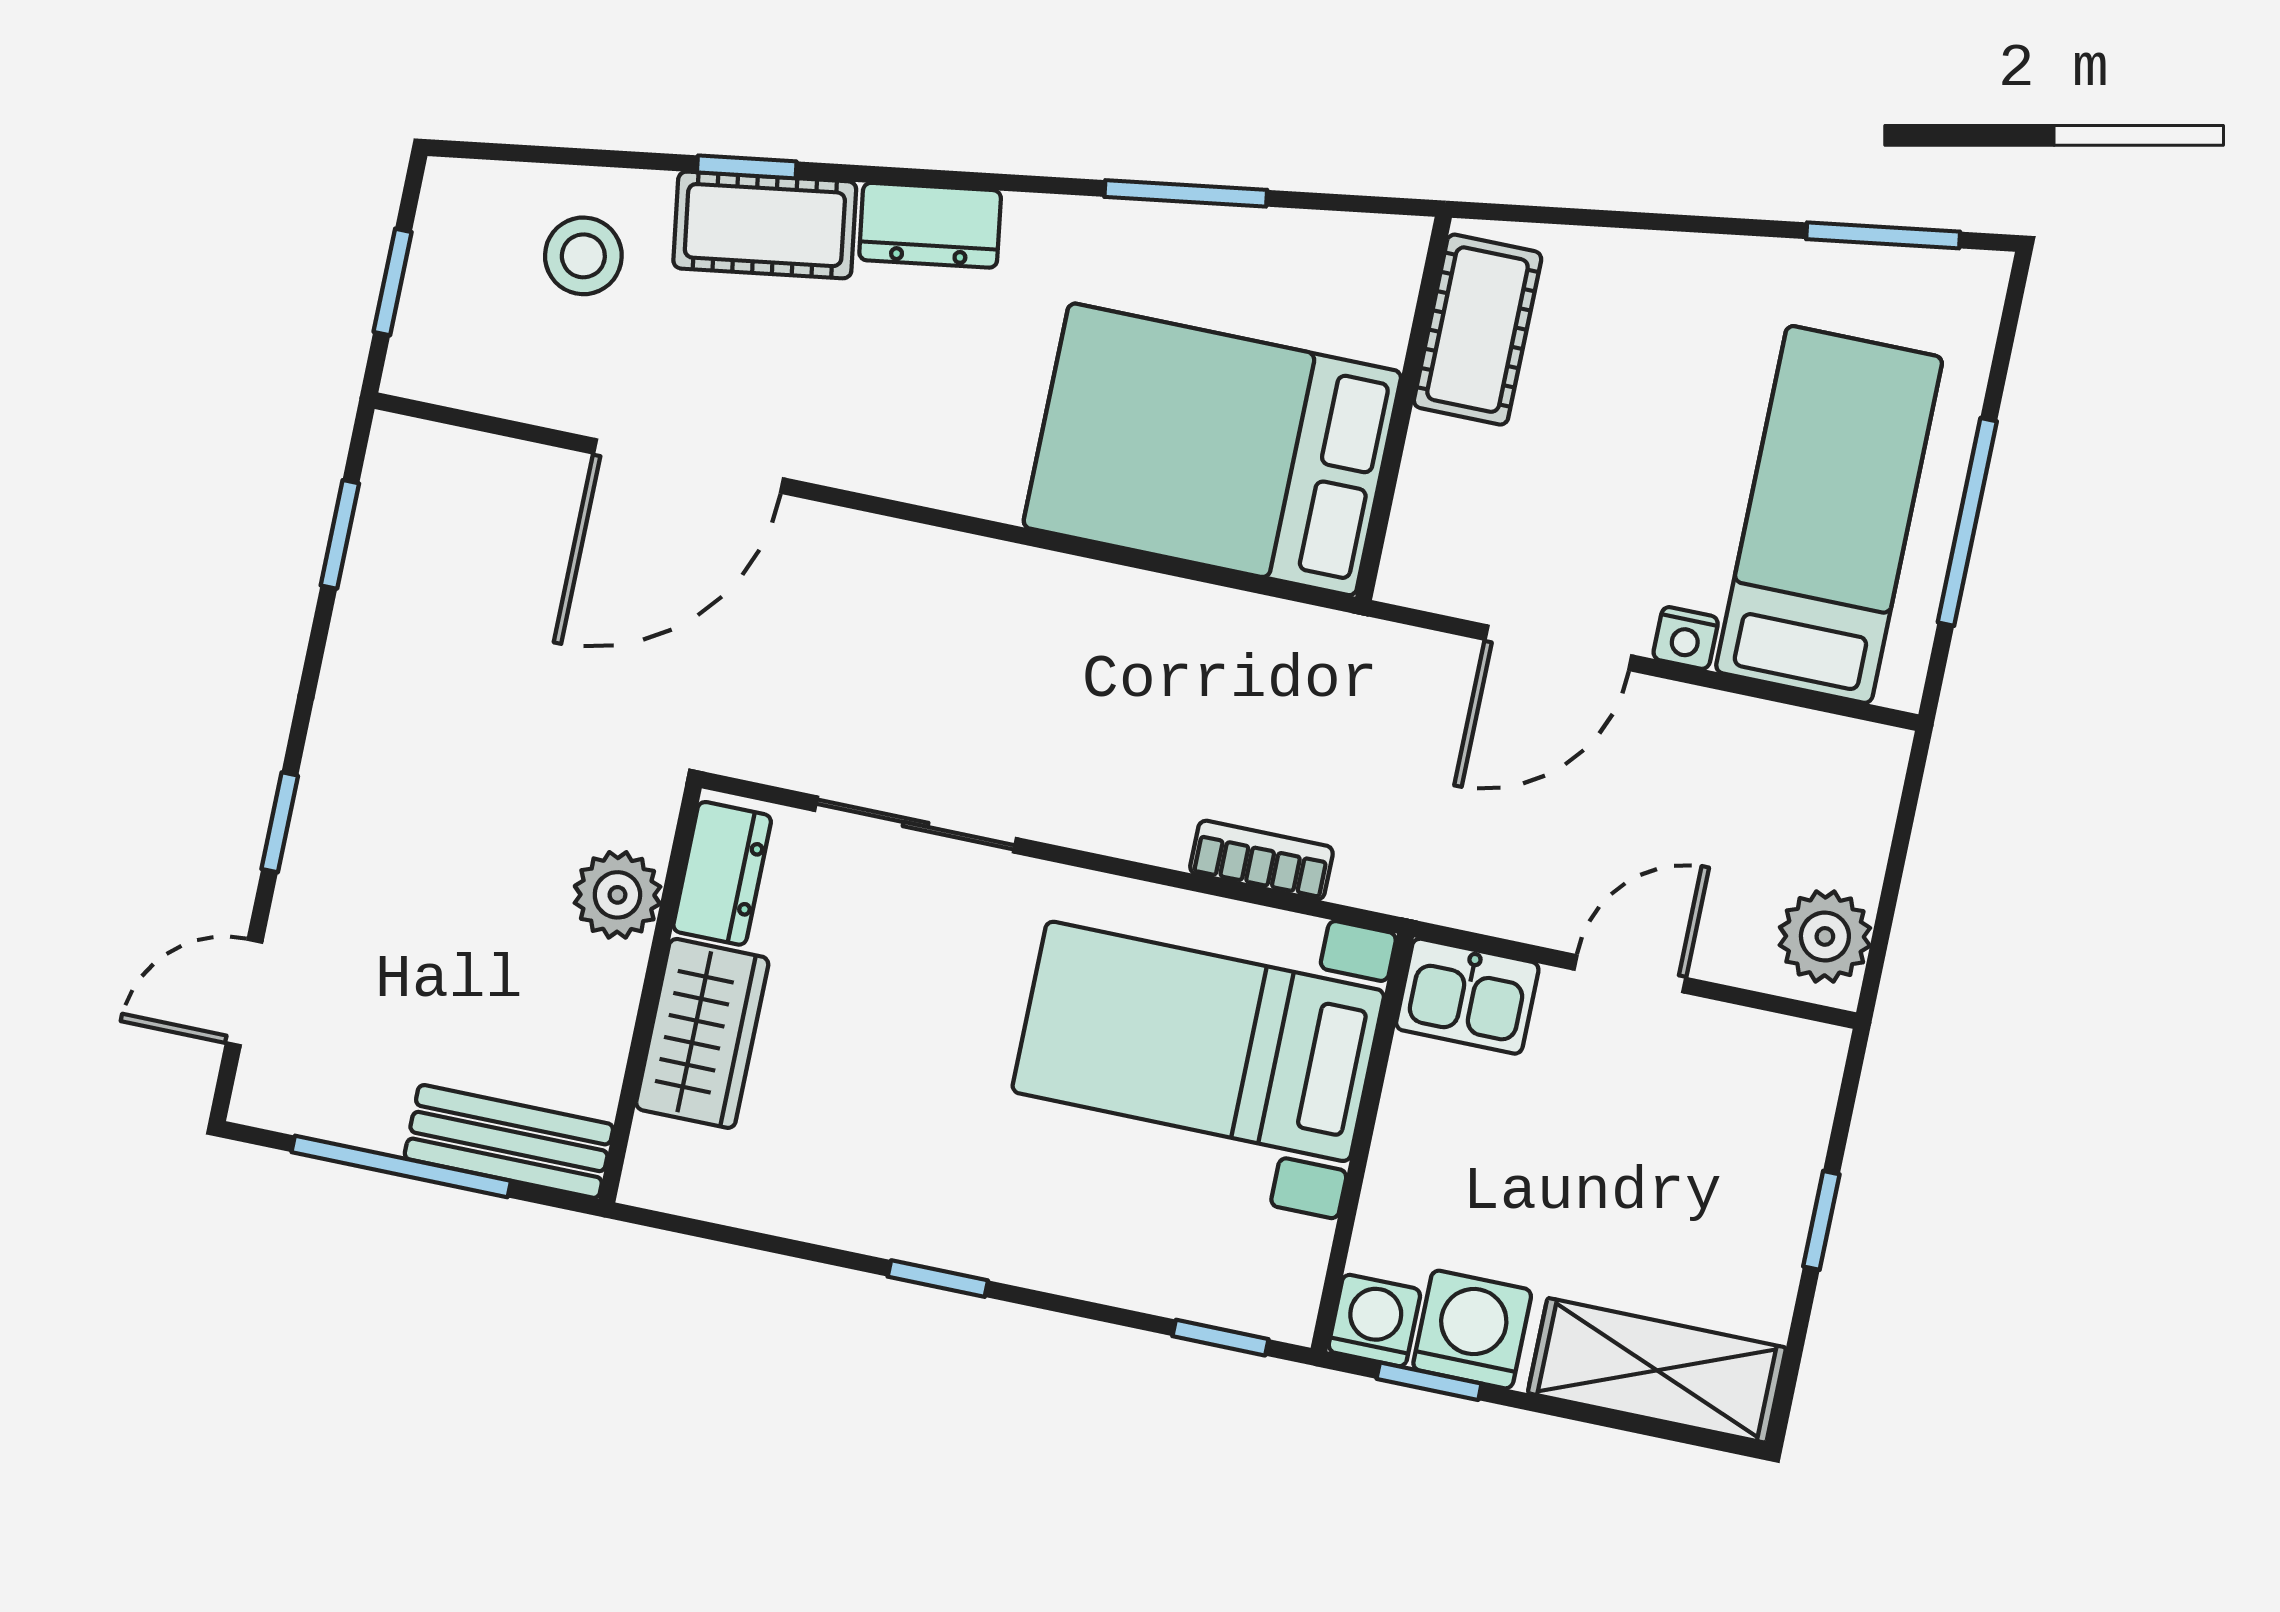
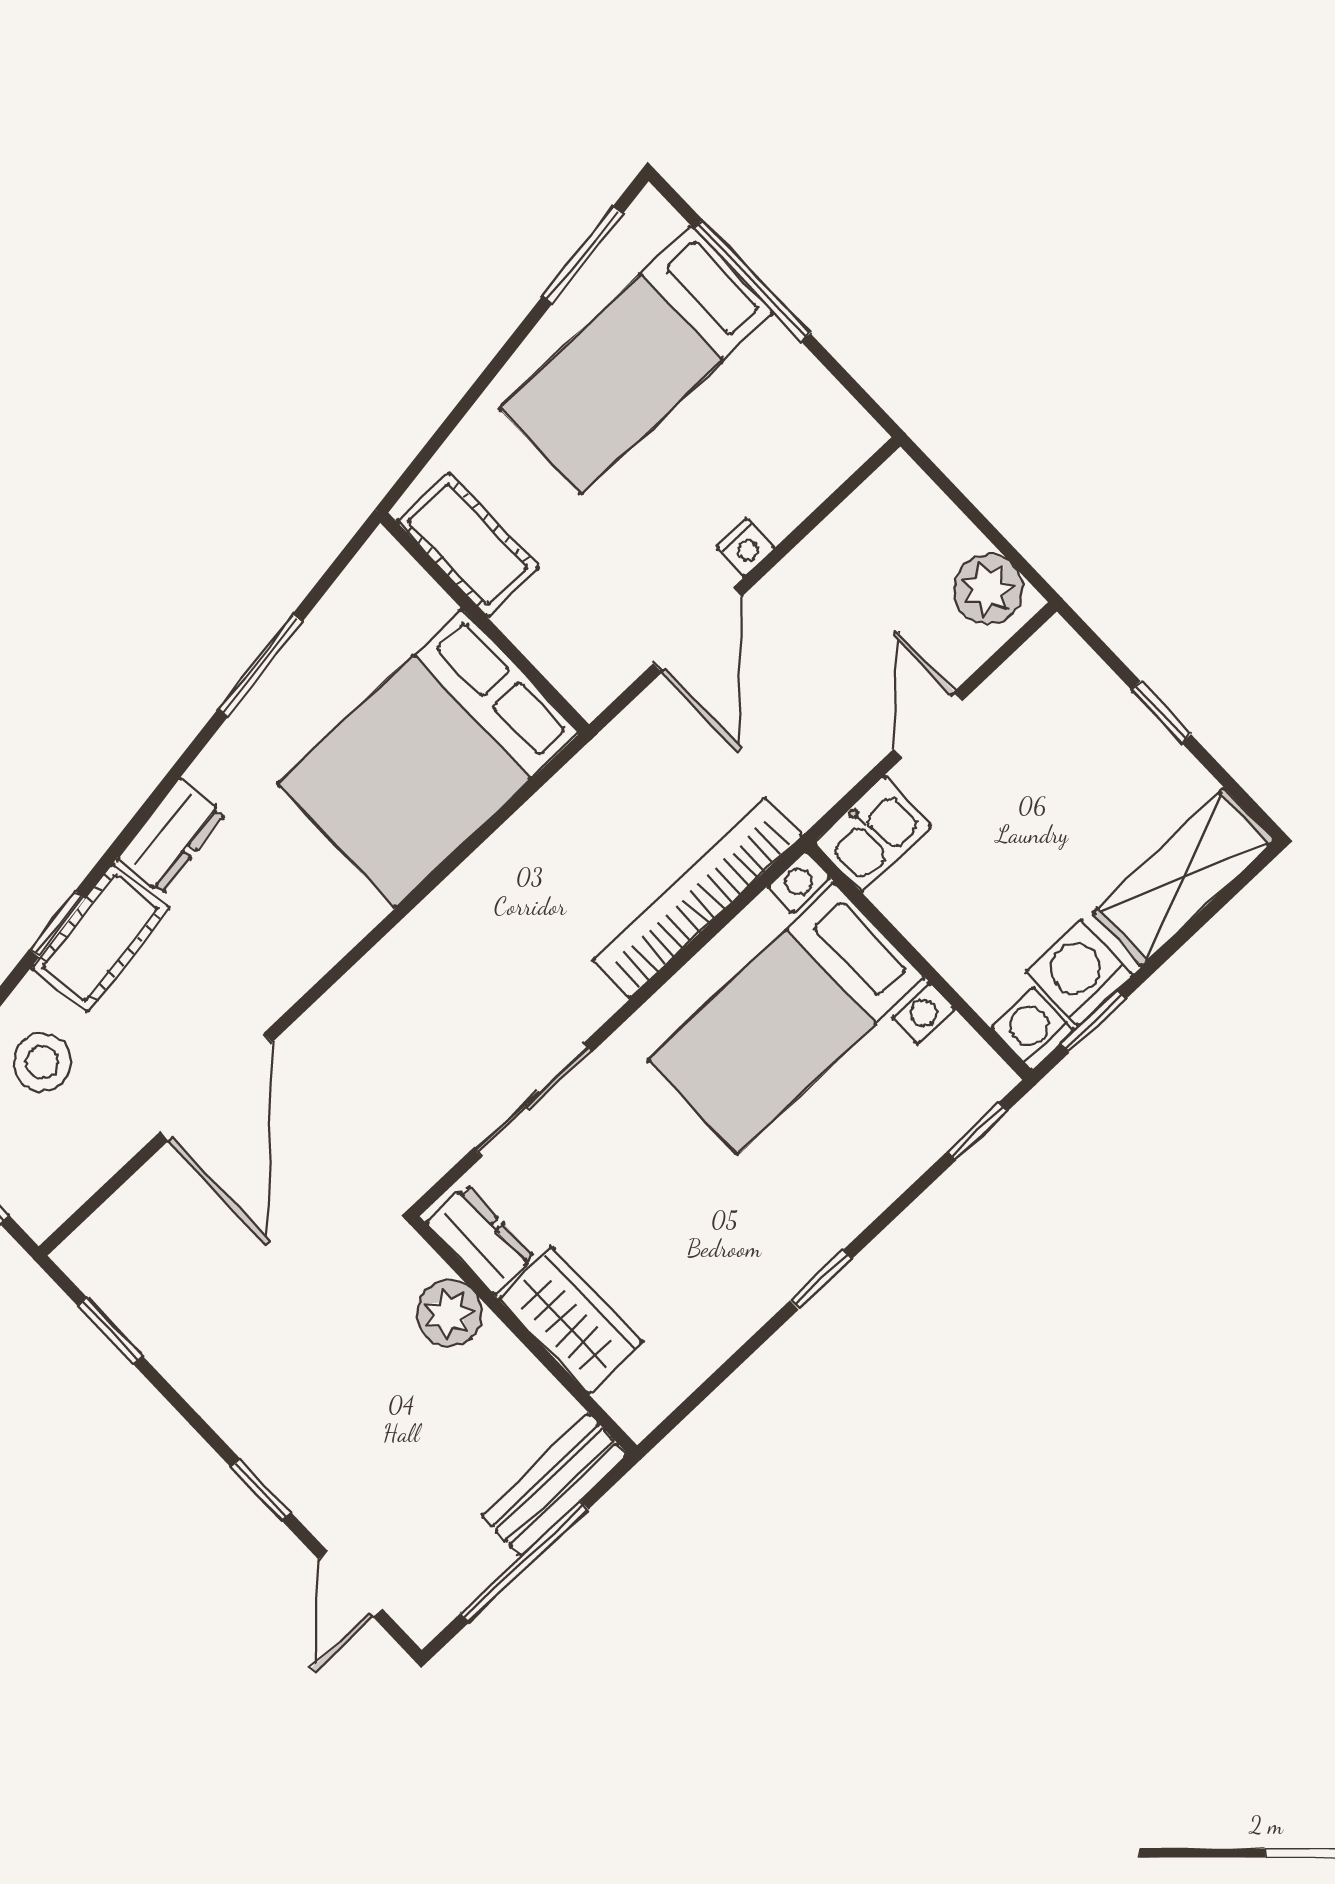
bed: (1829, 514) -> (636, 360), moved, turned -90
window: (1967, 522) -> (752, 281), moved
bookcase: (1261, 860) -> (697, 898), width x2.31, depth x1.31

